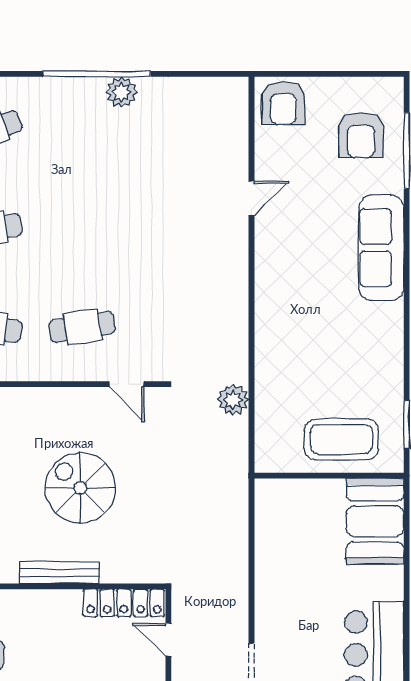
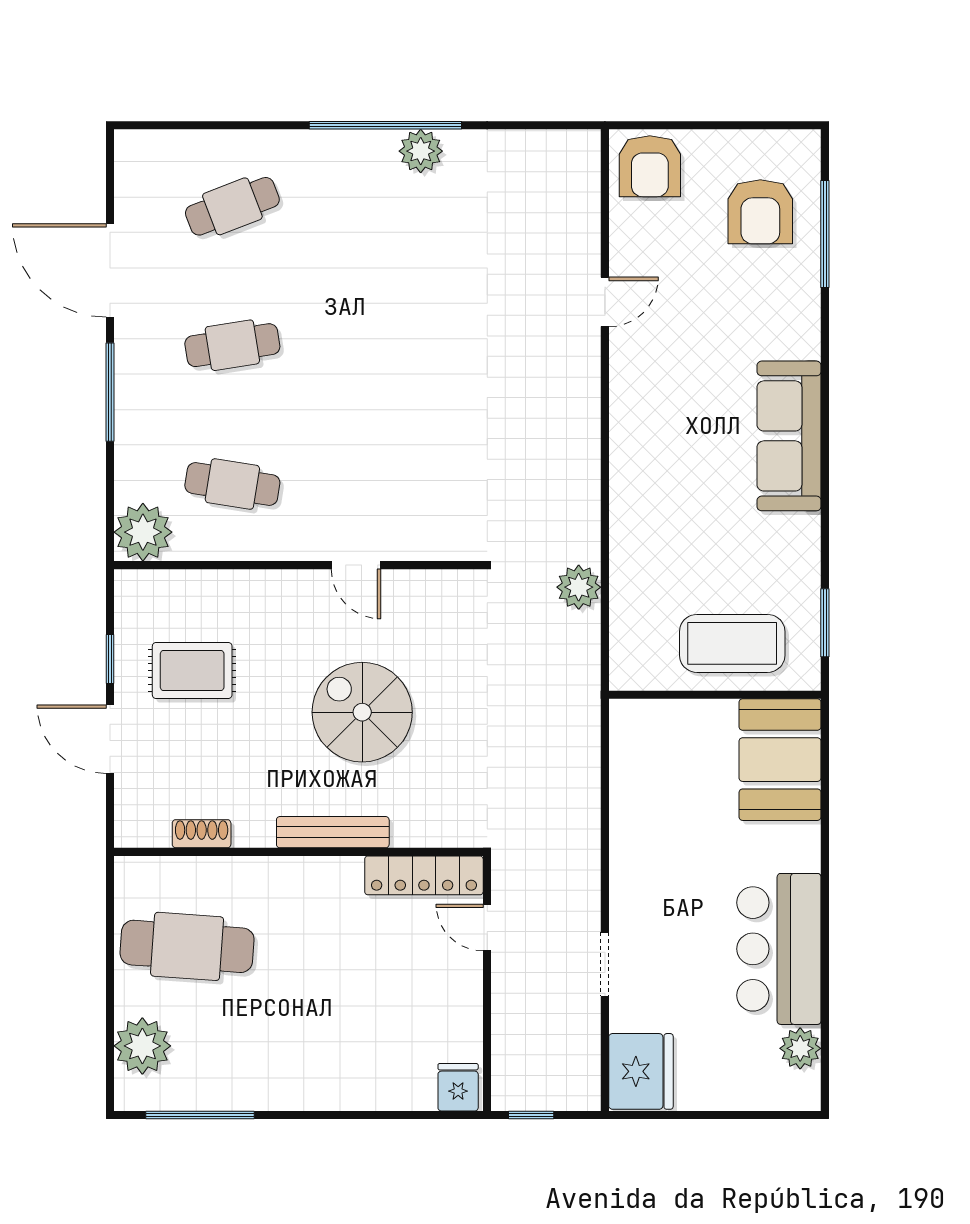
sofa: (381, 248) -> (789, 436), moved
cafe table: (82, 327) -> (365, 484), removed
door: (127, 384) -> (356, 565), moved

